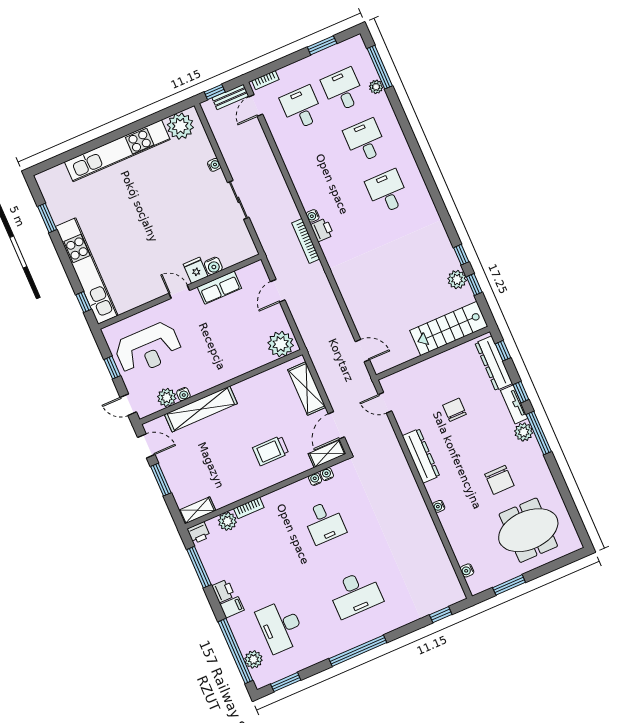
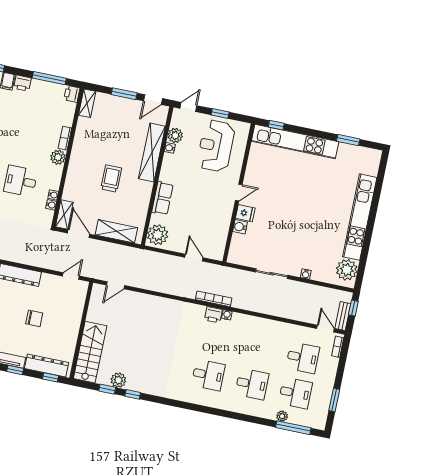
row of seats: (219, 288) -> (162, 198), moved, turned 180
trolley: (271, 451) -> (111, 178), moved
plant: (227, 521) -> (58, 157), moved

